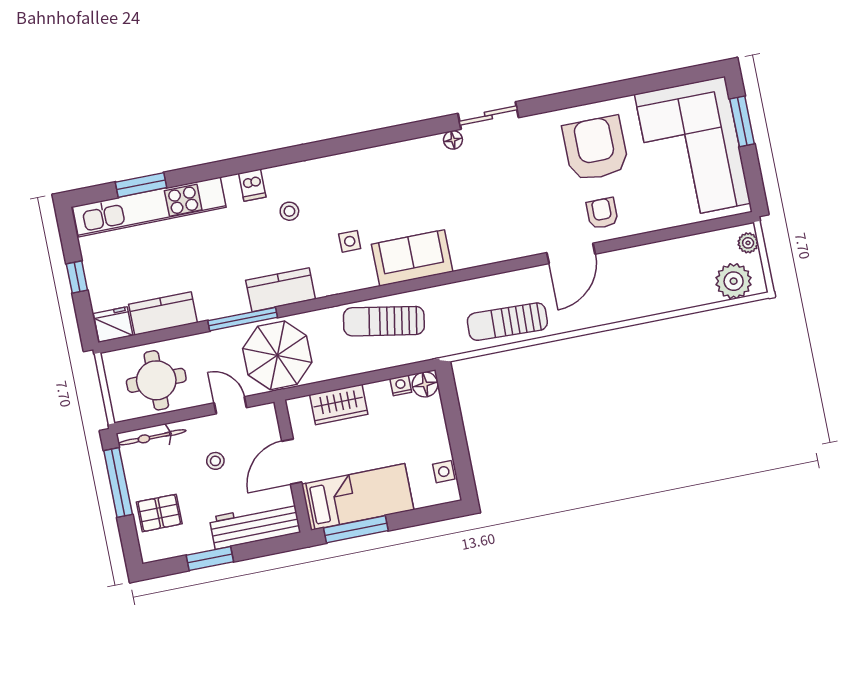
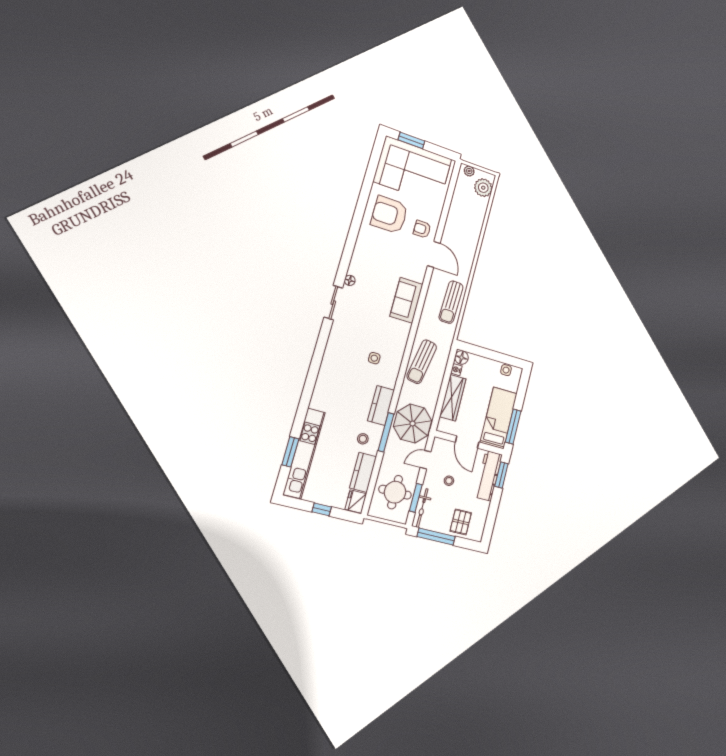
sliding door: (488, 116) -> (333, 303), moved
dishwasher: (252, 185) -> (321, 393), removed
stool: (289, 211) -> (363, 439), moved
sofa: (412, 258) -> (406, 300), moved
wardrobe: (339, 404) -> (453, 398), width x1.50
window: (163, 419) -> (416, 498), added
window: (210, 558) -> (501, 475), moved

